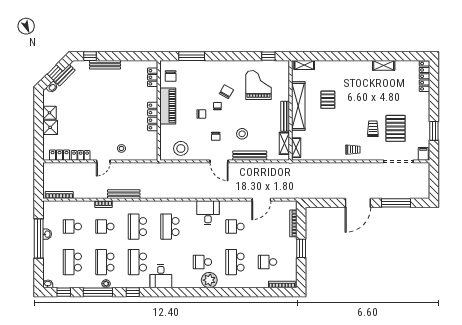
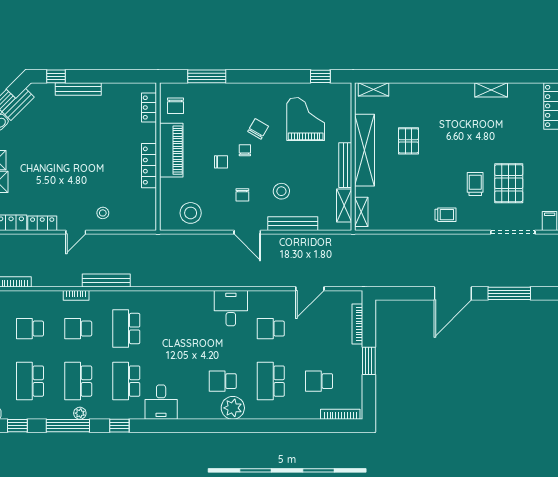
school desk: (170, 227) -> (175, 329), removed

